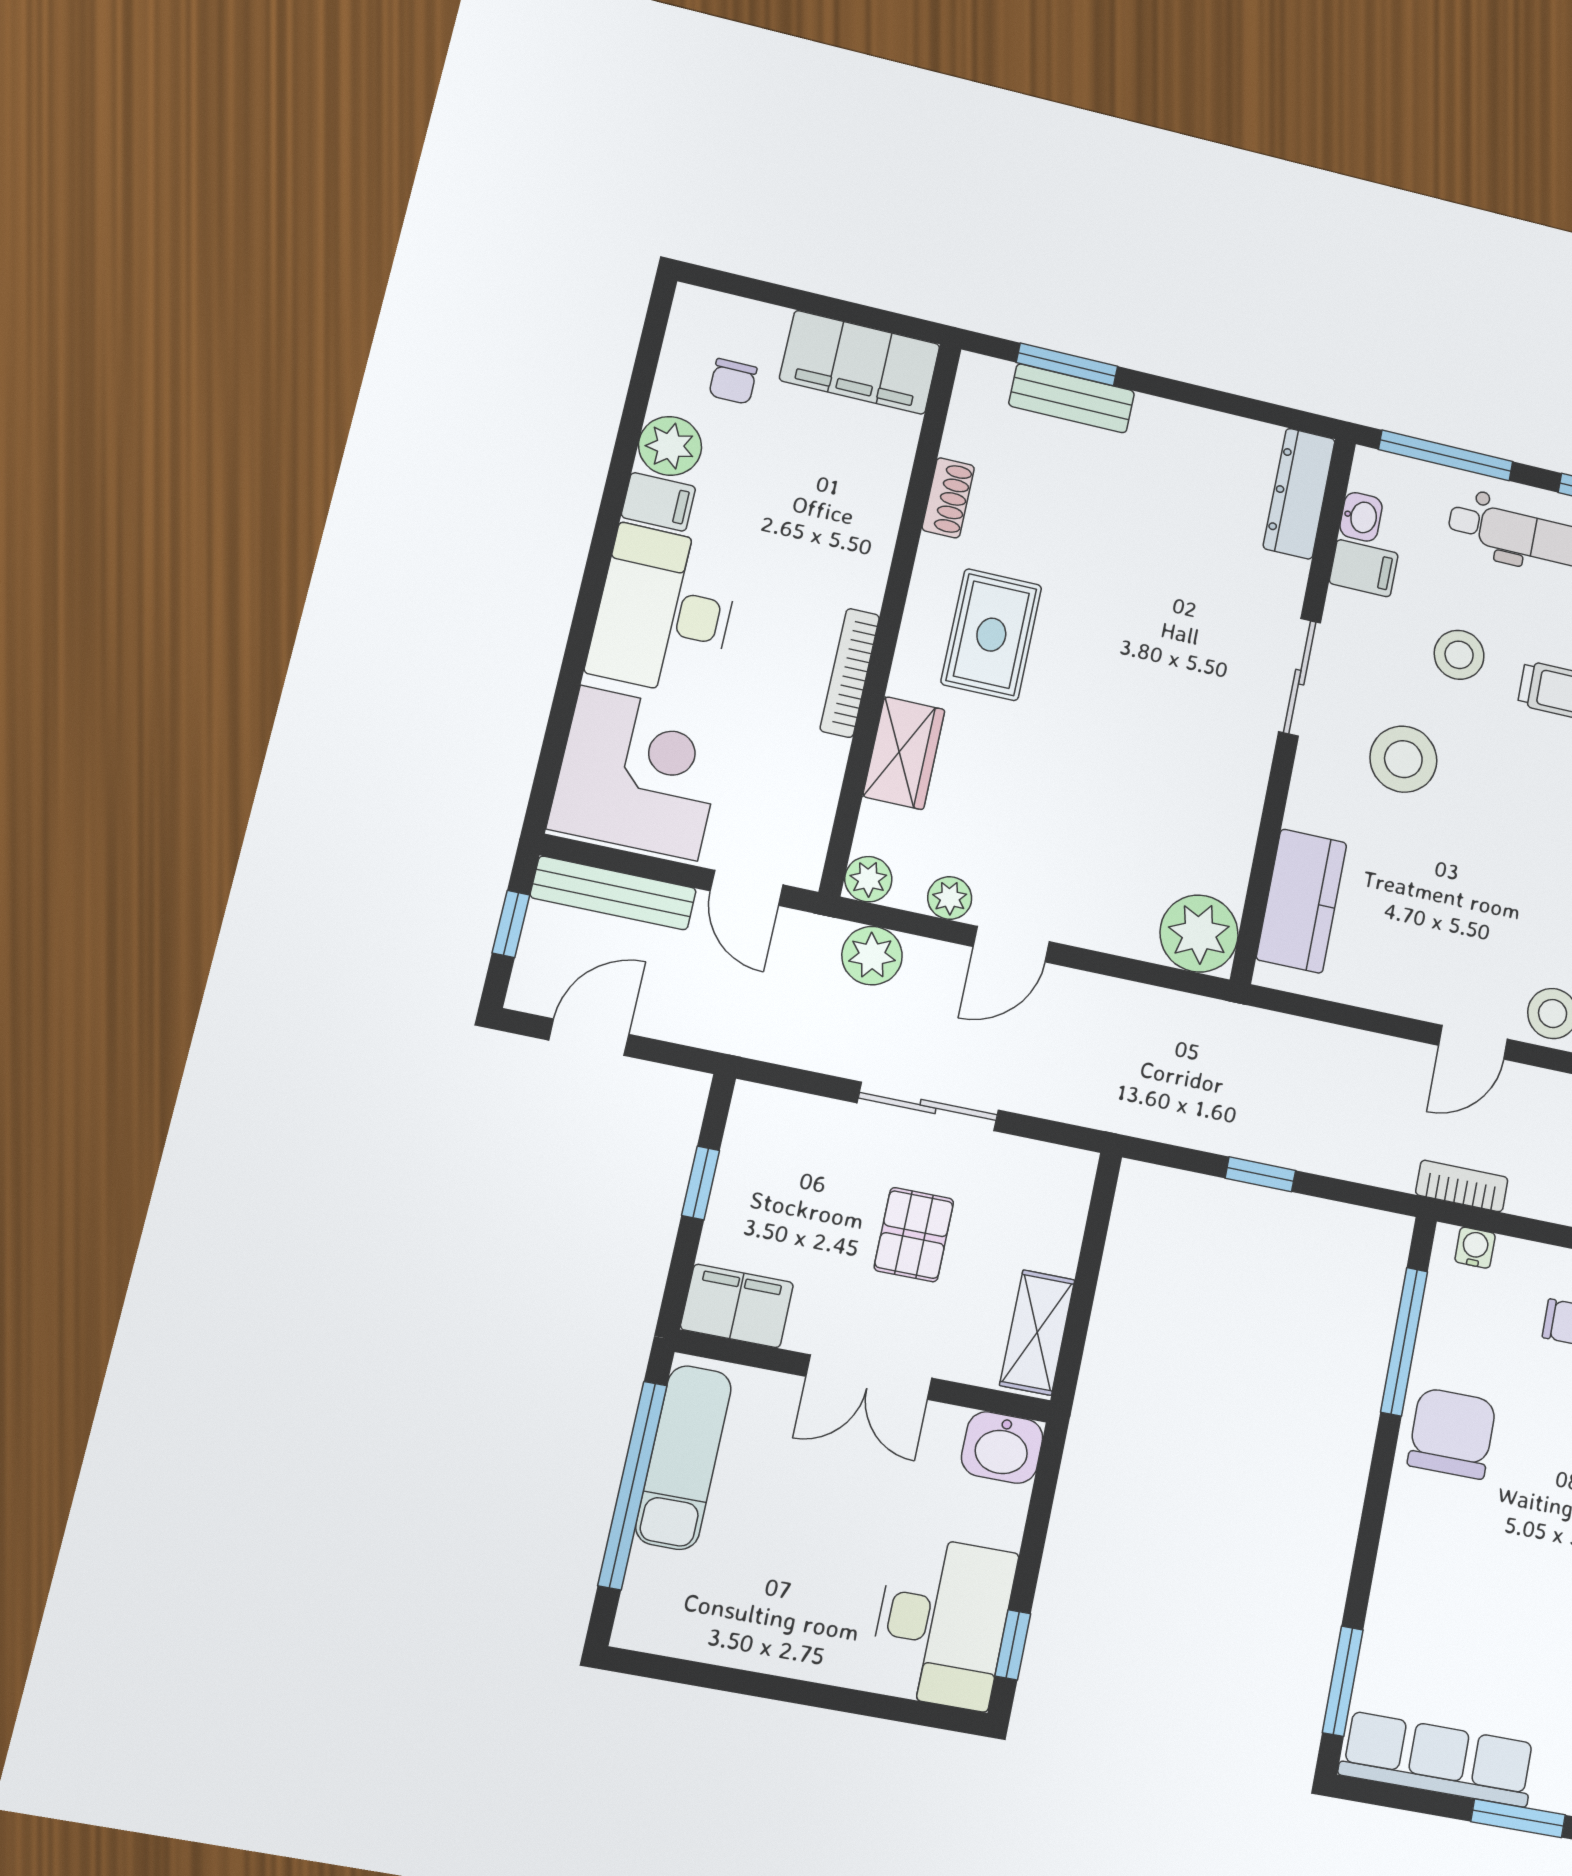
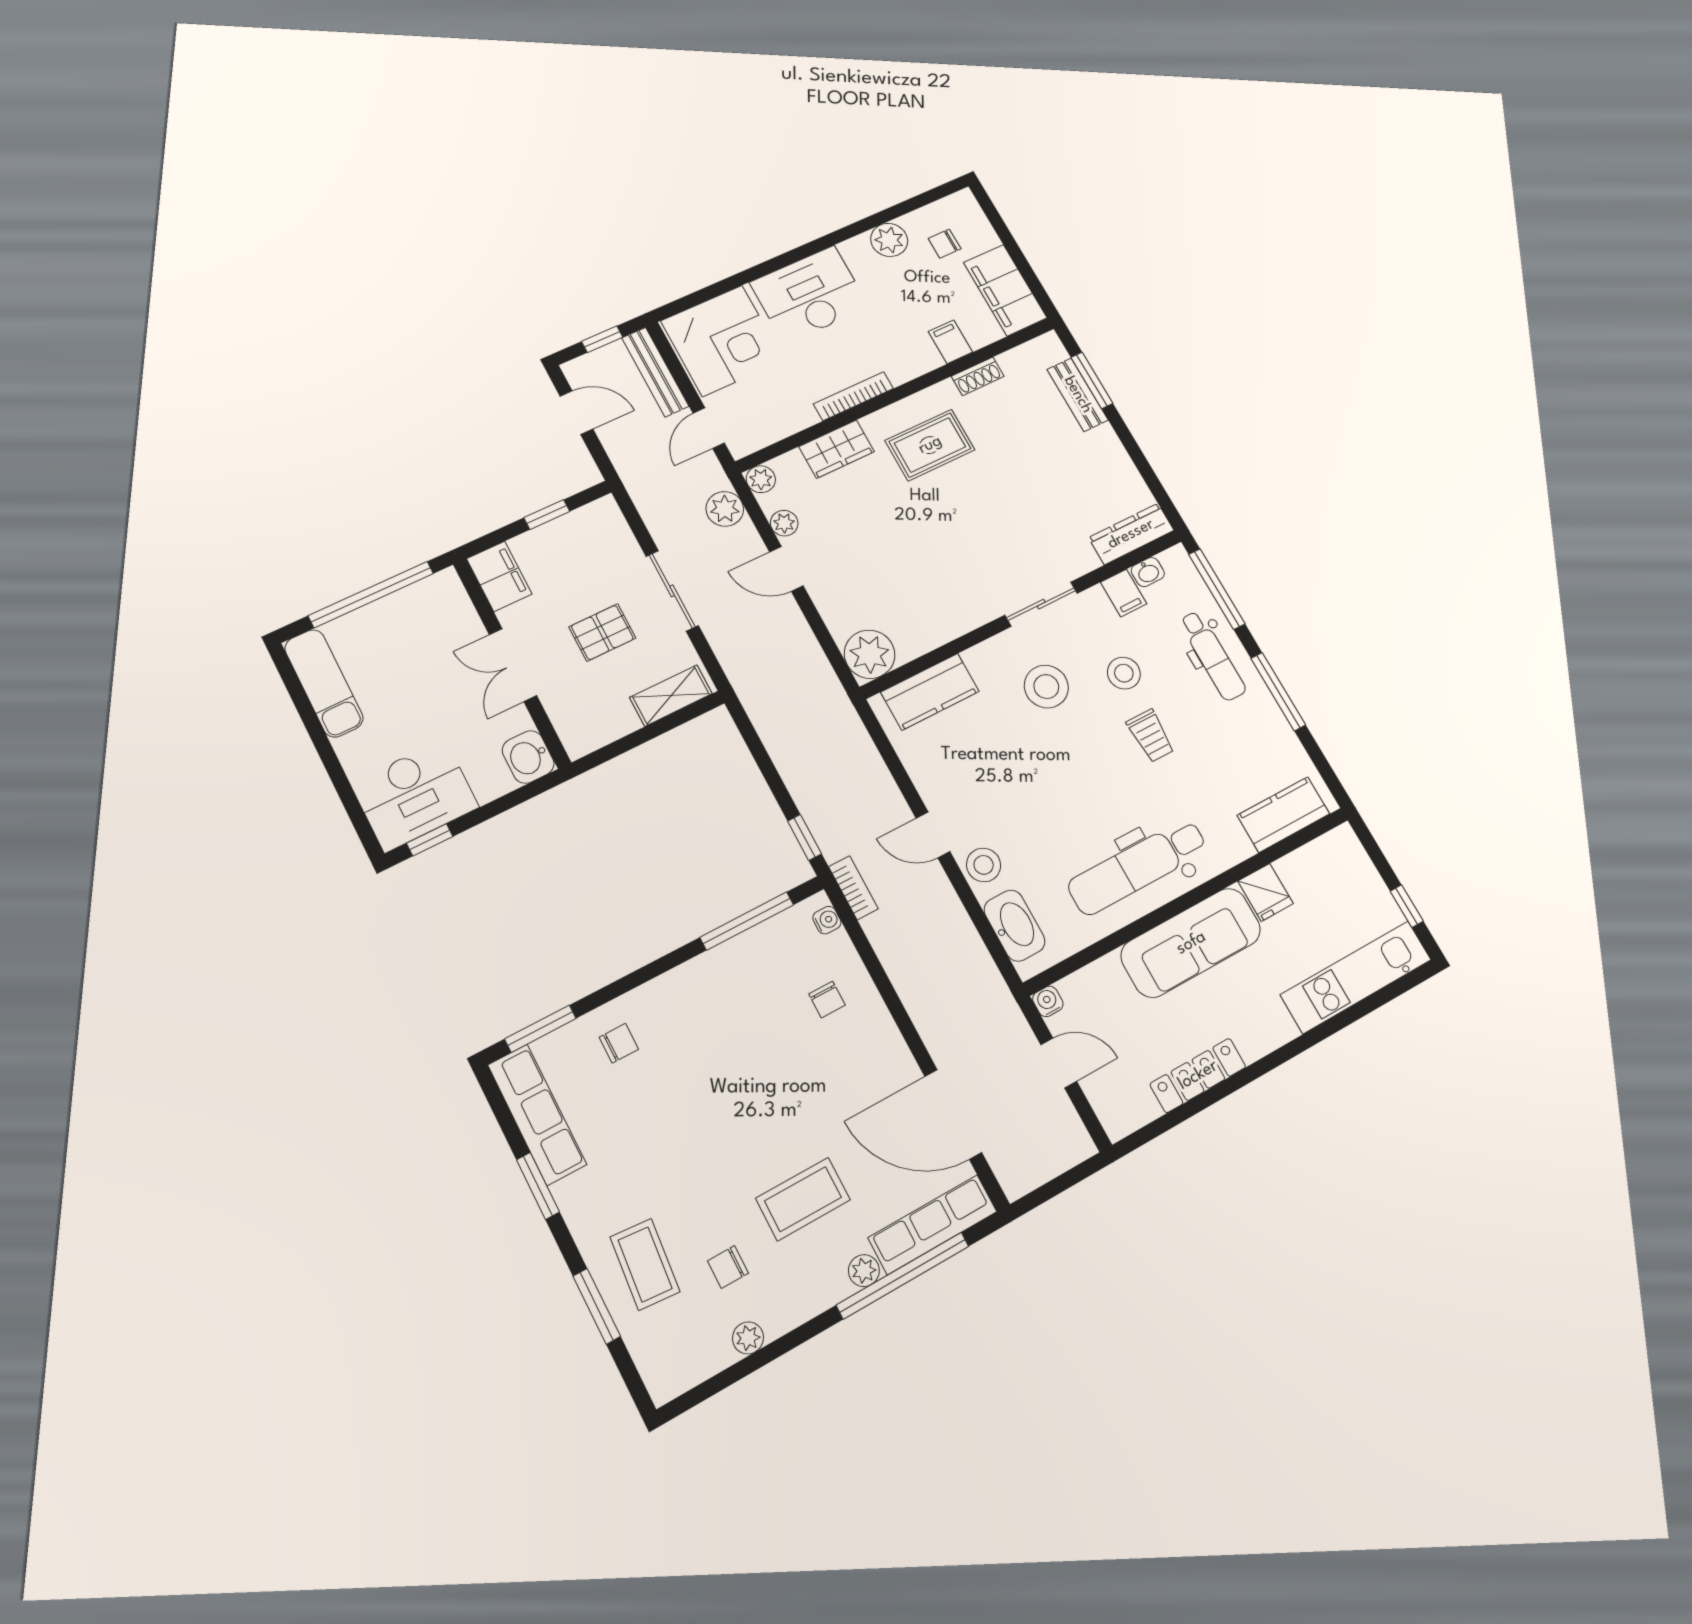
filing cabinet: (658, 502) -> (950, 342), moved, turned 180
window: (1260, 1174) -> (805, 837), moved
shelving: (1037, 1333) -> (671, 695), moved
chair: (1452, 1433) -> (619, 1043), moved, width x0.54, depth x0.54
exam couch: (684, 1457) -> (324, 683), moved, turned -90

